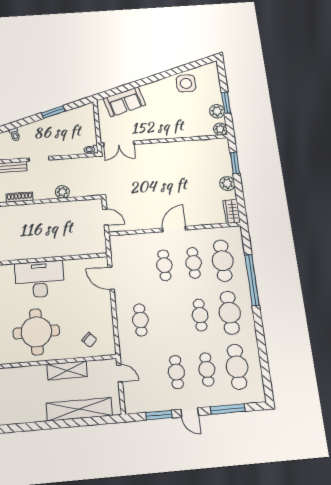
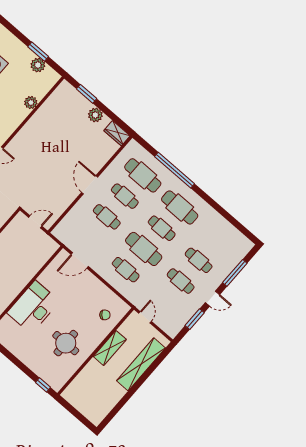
plant: (220, 129) -> (31, 103), moved
round table: (36, 332) -> (66, 343), width x0.73, depth x0.73
cafe table: (237, 367) -> (144, 249), moved
door: (120, 373) -> (145, 317), hinge flipped

